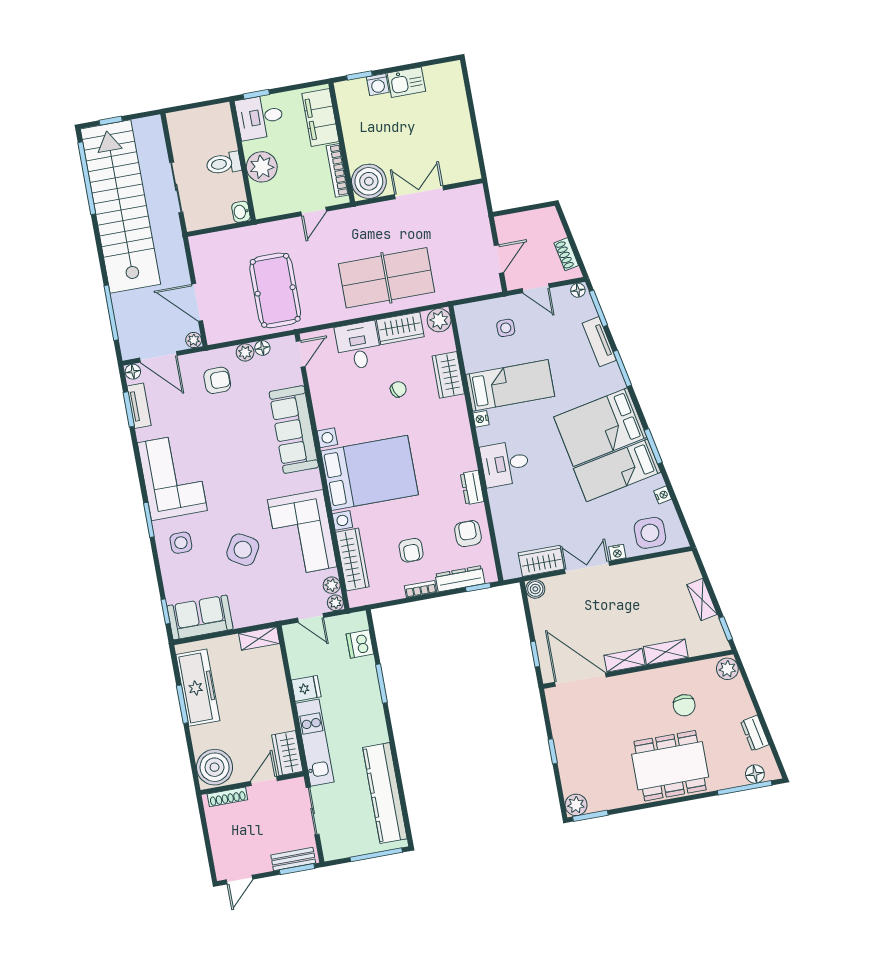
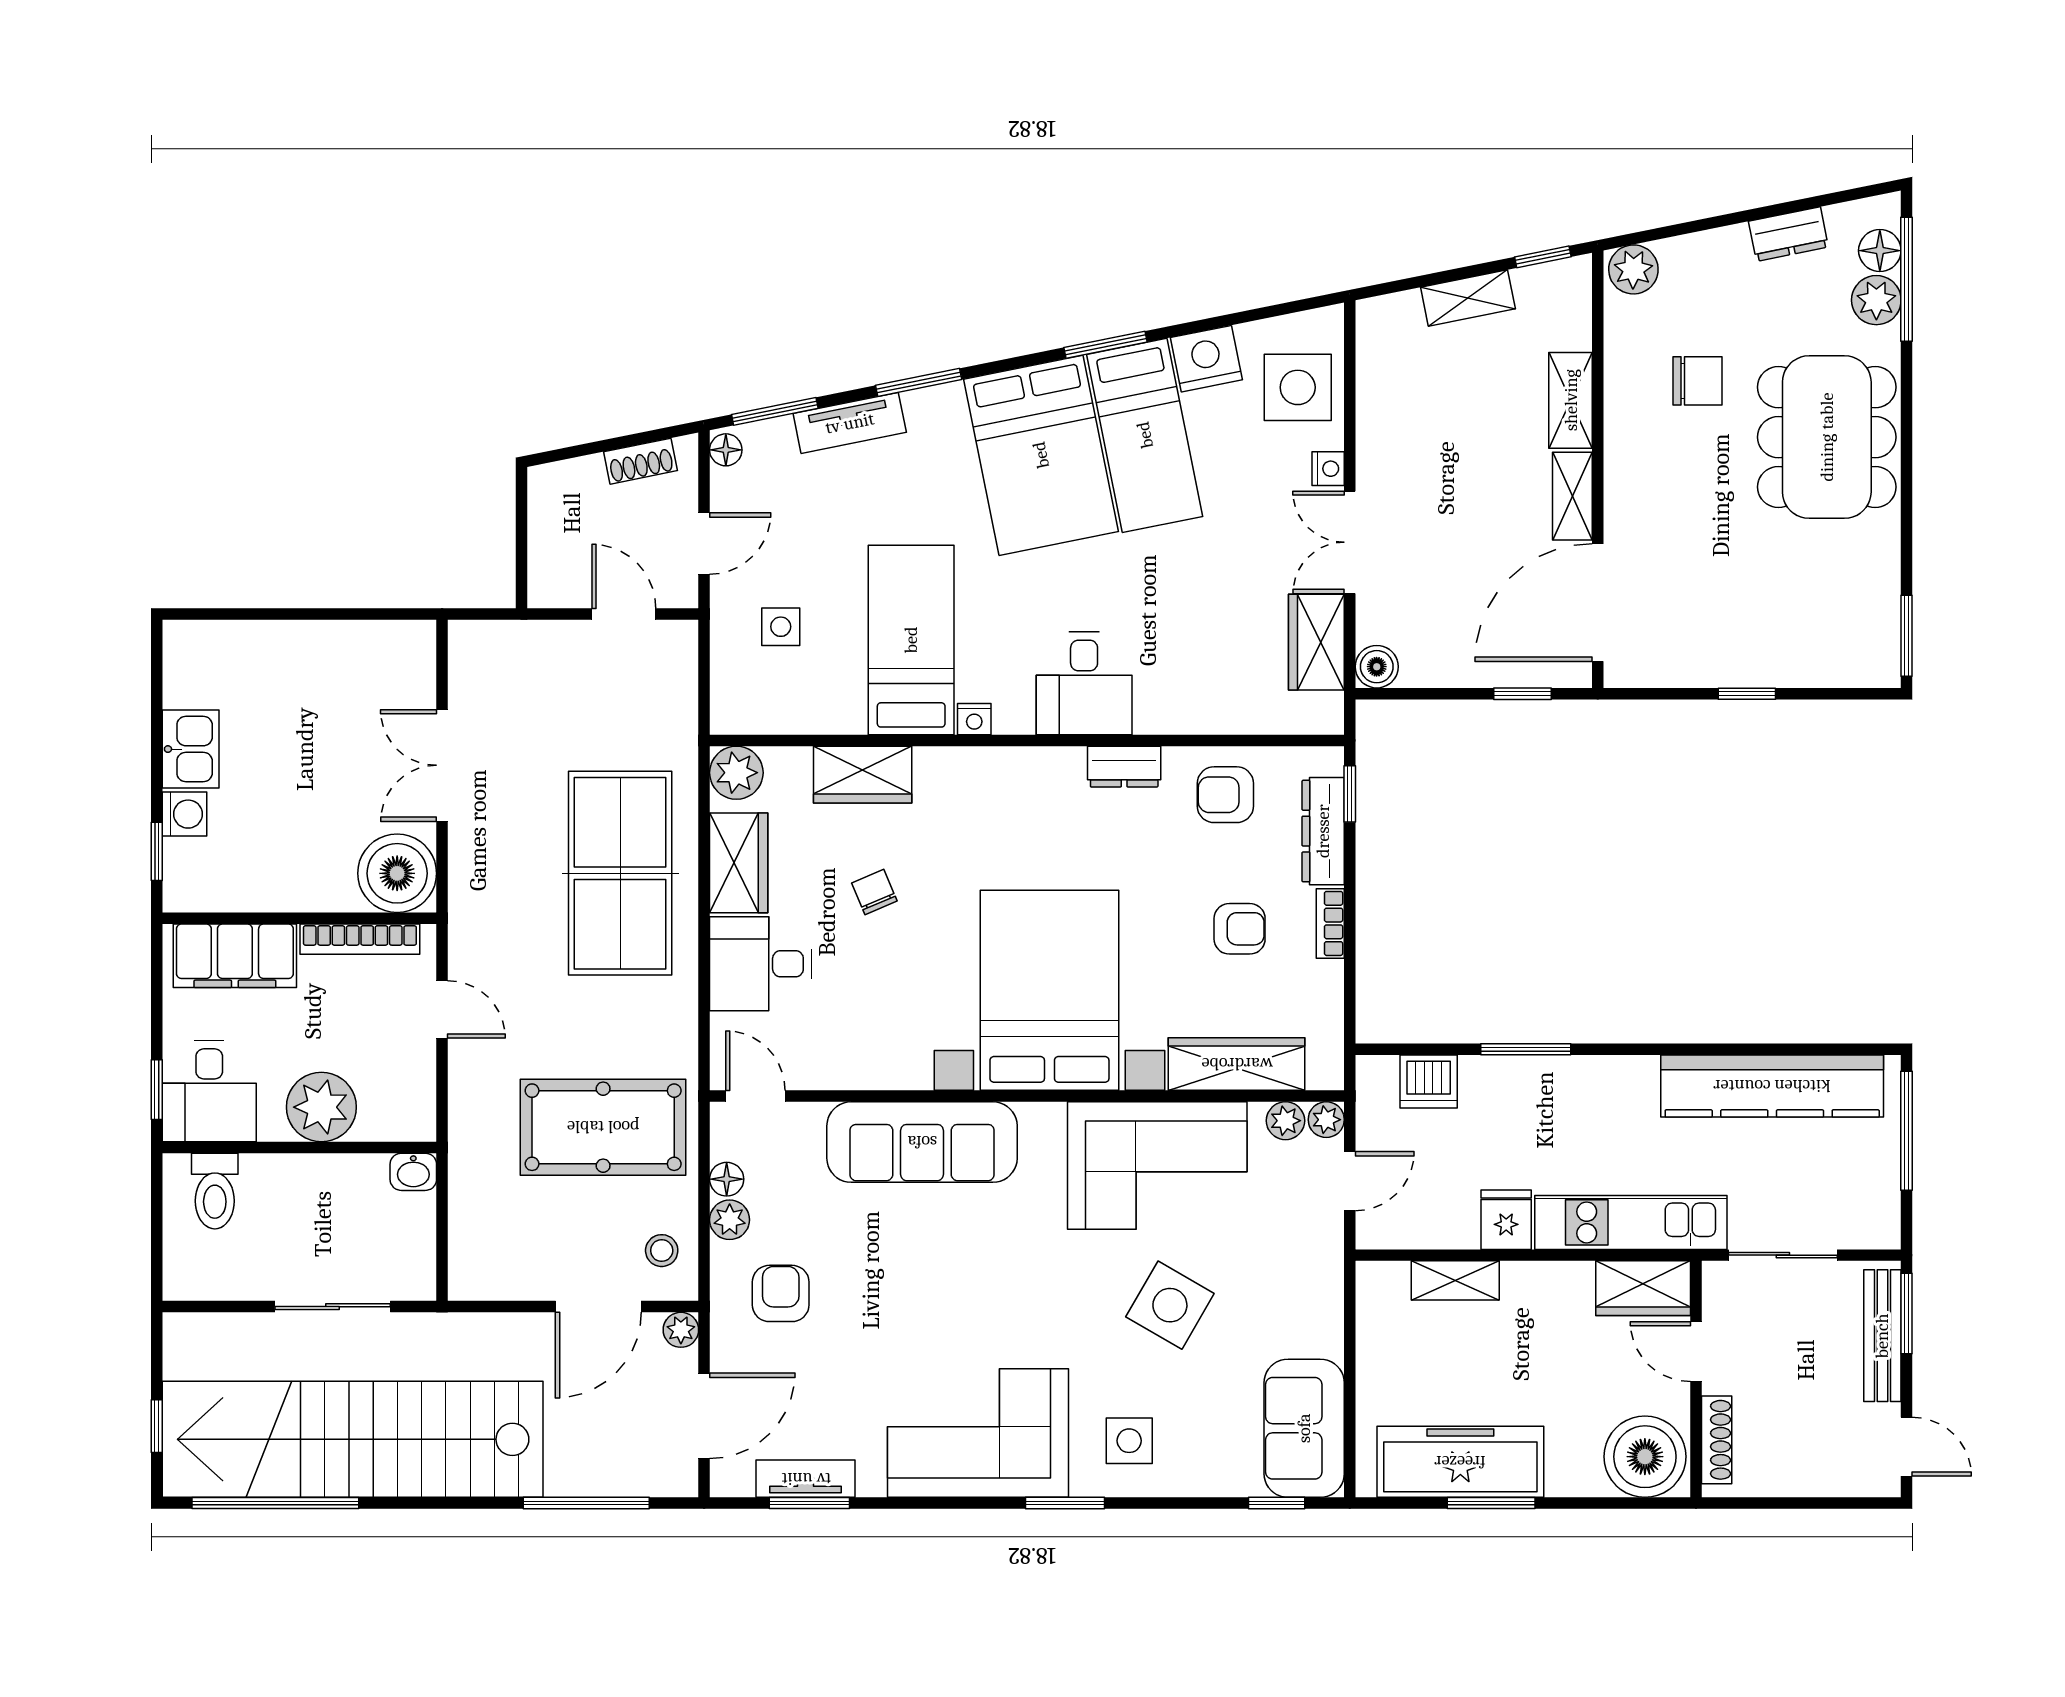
toilet: (224, 163) -> (215, 1191), moved
stool: (226, 325) -> (662, 1251), added
floor lamp: (133, 372) -> (727, 1479), removed
nightstand: (663, 495) -> (1206, 359), width x1.89, depth x1.79
shelving: (259, 638) -> (1455, 1280), moved, turned 90
plant: (576, 805) -> (1876, 300), moved
bench: (293, 859) -> (1882, 1336), width x1.36

